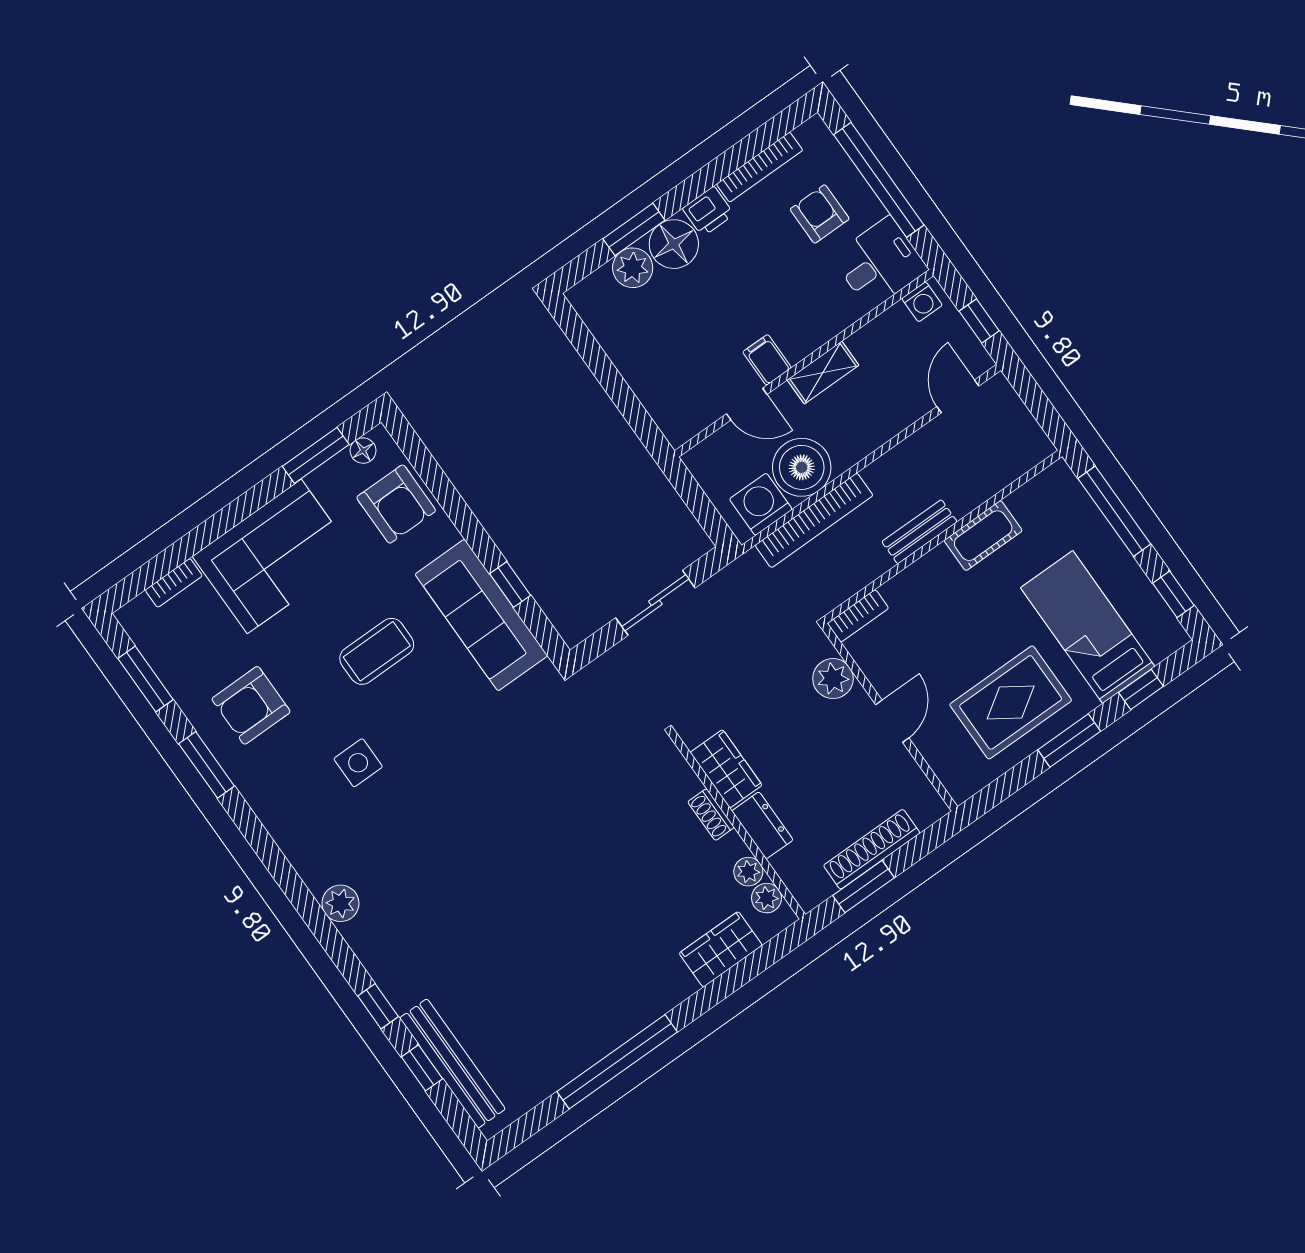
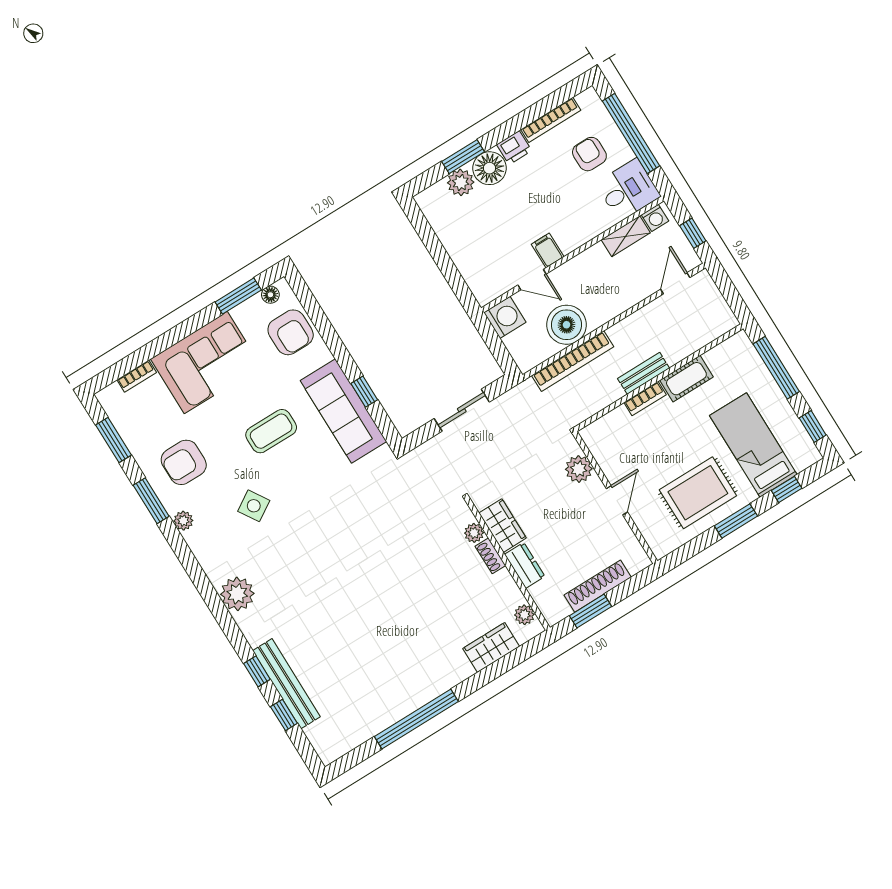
shelving: (823, 373) -> (626, 236), moved
washing machine: (761, 504) -> (505, 317), moved, turned 90
bookcase: (858, 616) -> (645, 399), moved
side table: (358, 763) -> (254, 506), turned -32
plant: (256, 791) -> (183, 521), added
plant: (748, 872) -> (474, 533), moved
plant: (340, 903) -> (237, 594), width x1.36, depth x1.36
bench: (452, 1063) -> (286, 684), moved

